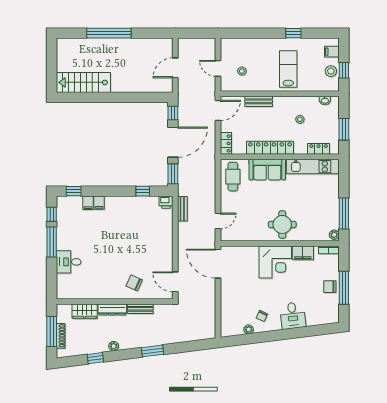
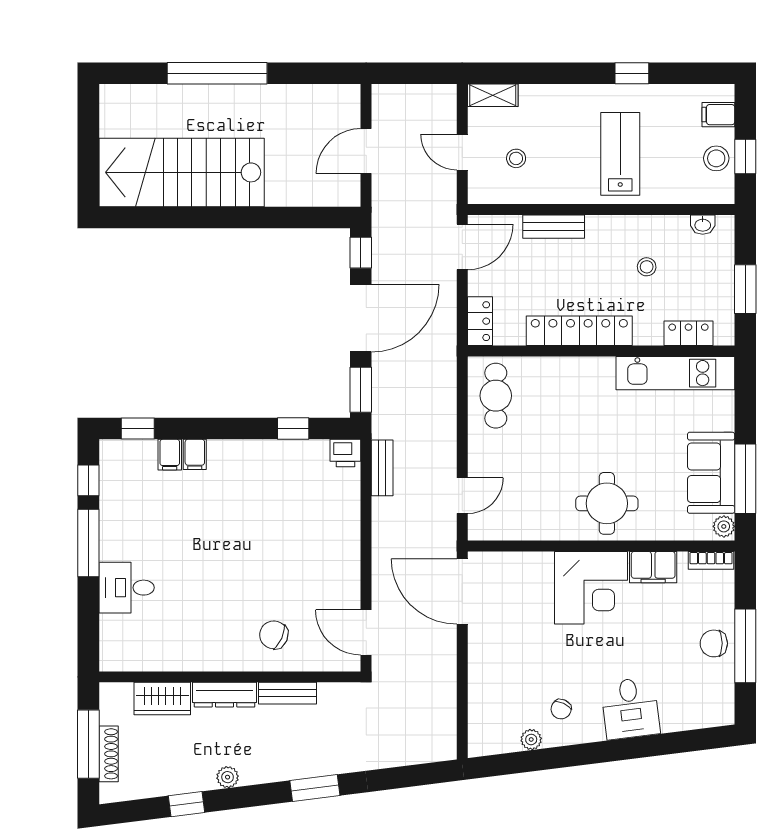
shelving: (231, 43) -> (493, 95), added
stairs: (83, 82) -> (182, 172), width x1.36, depth x1.51
sofa: (267, 170) -> (711, 473), moved, turned 90

